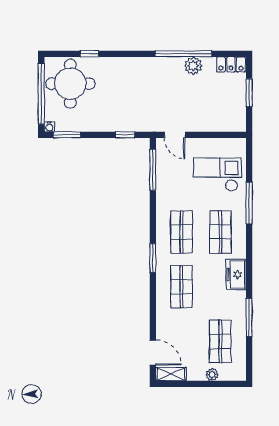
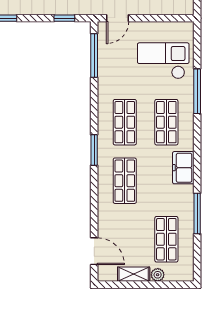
door: (175, 135) -> (117, 18), hinge flipped
shelving: (171, 374) -> (134, 274), moved

